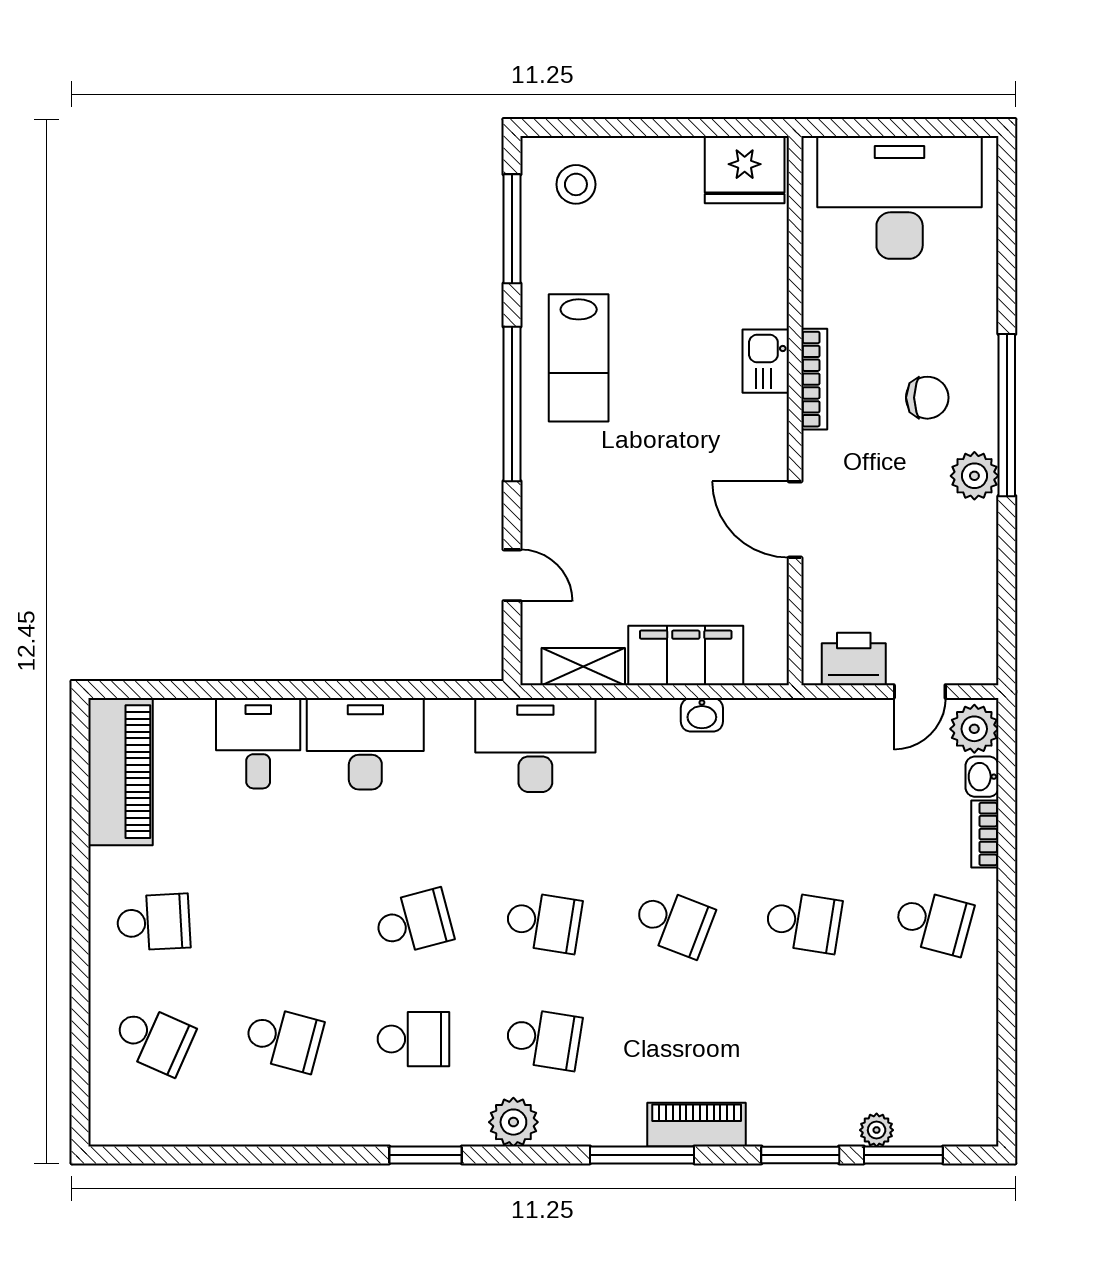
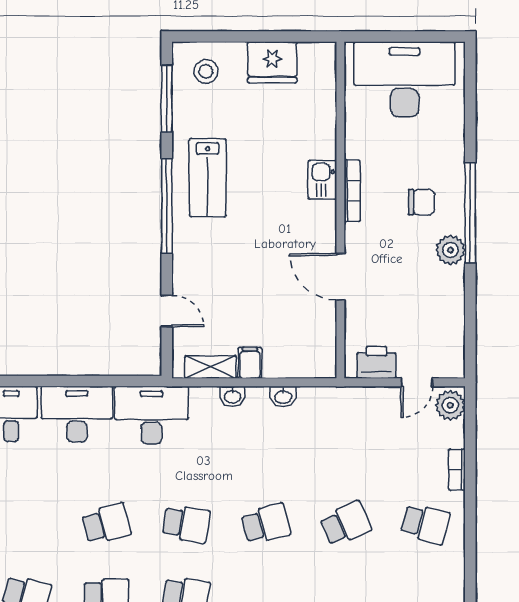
fridge: (745, 170) -> (272, 62), moved
filing cabinet: (686, 655) -> (250, 363), width x0.33, depth x0.86
desk: (535, 745) -> (151, 415), moved
washbasin: (982, 777) -> (232, 396), moved, turned -90
school desk: (673, 922) -> (266, 524), turned -36
school desk: (803, 922) -> (345, 524), turned -33

